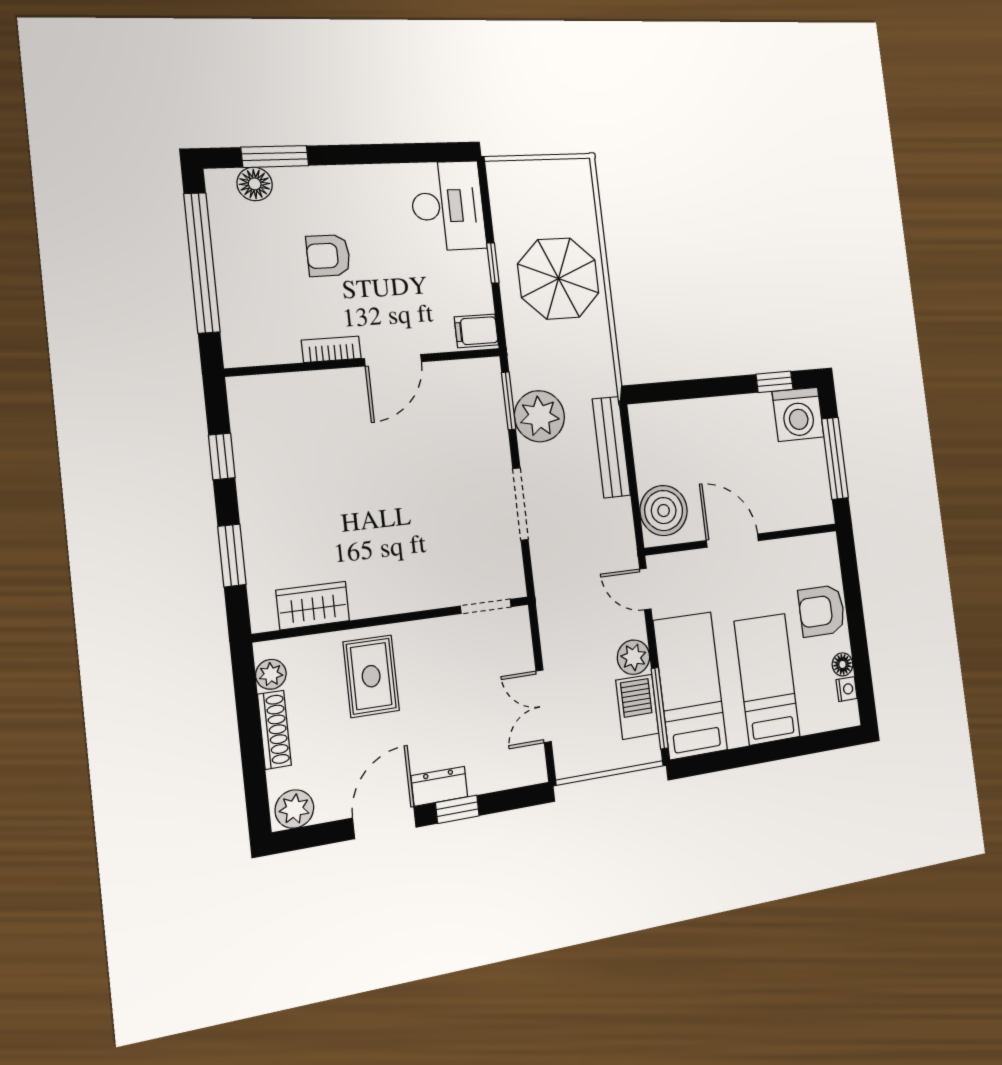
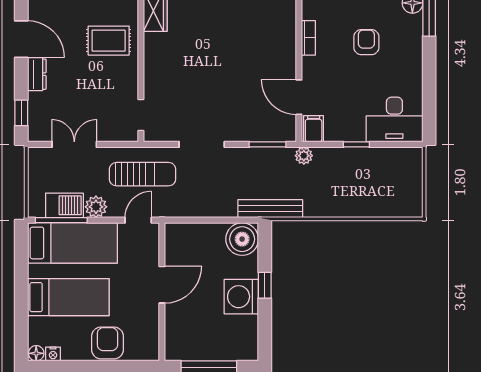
parasol: (558, 279) -> (344, 186), removed
door: (393, 360) -> (299, 97), moved
window: (775, 382) -> (265, 285), moved
washing machine: (798, 414) -> (241, 297), moved
plant: (540, 416) -> (304, 156), moved, width x0.53, depth x0.53
bench: (611, 447) -> (270, 209), moved
boiler: (664, 511) -> (242, 239), moved
sun lounger: (576, 591) -> (143, 174), added
floor lamp: (843, 664) -> (36, 353), moved
window: (457, 809) -> (21, 113), moved

